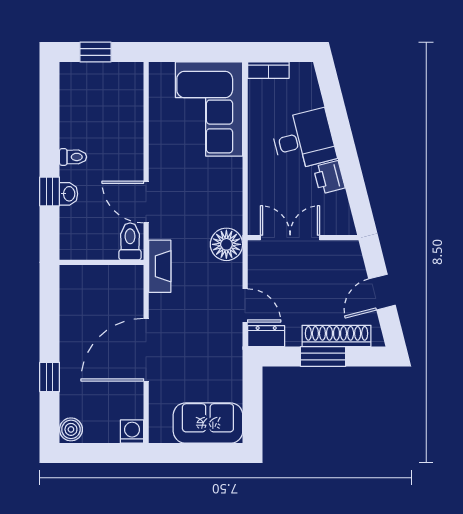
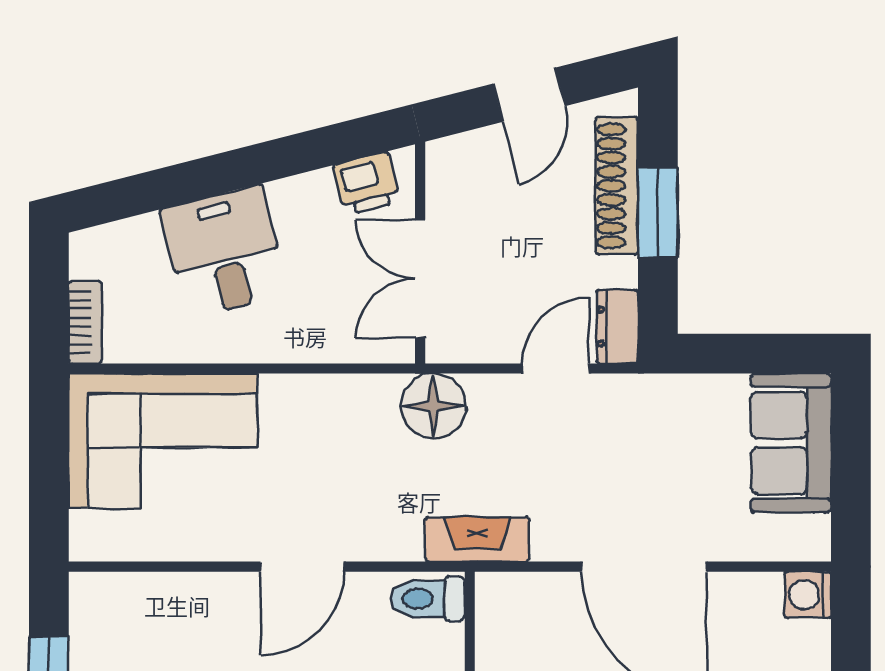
printer: (329, 177) -> (367, 183), moved
door: (146, 202) -> (302, 567), moved
door: (382, 292) -> (529, 95), hinge flipped

